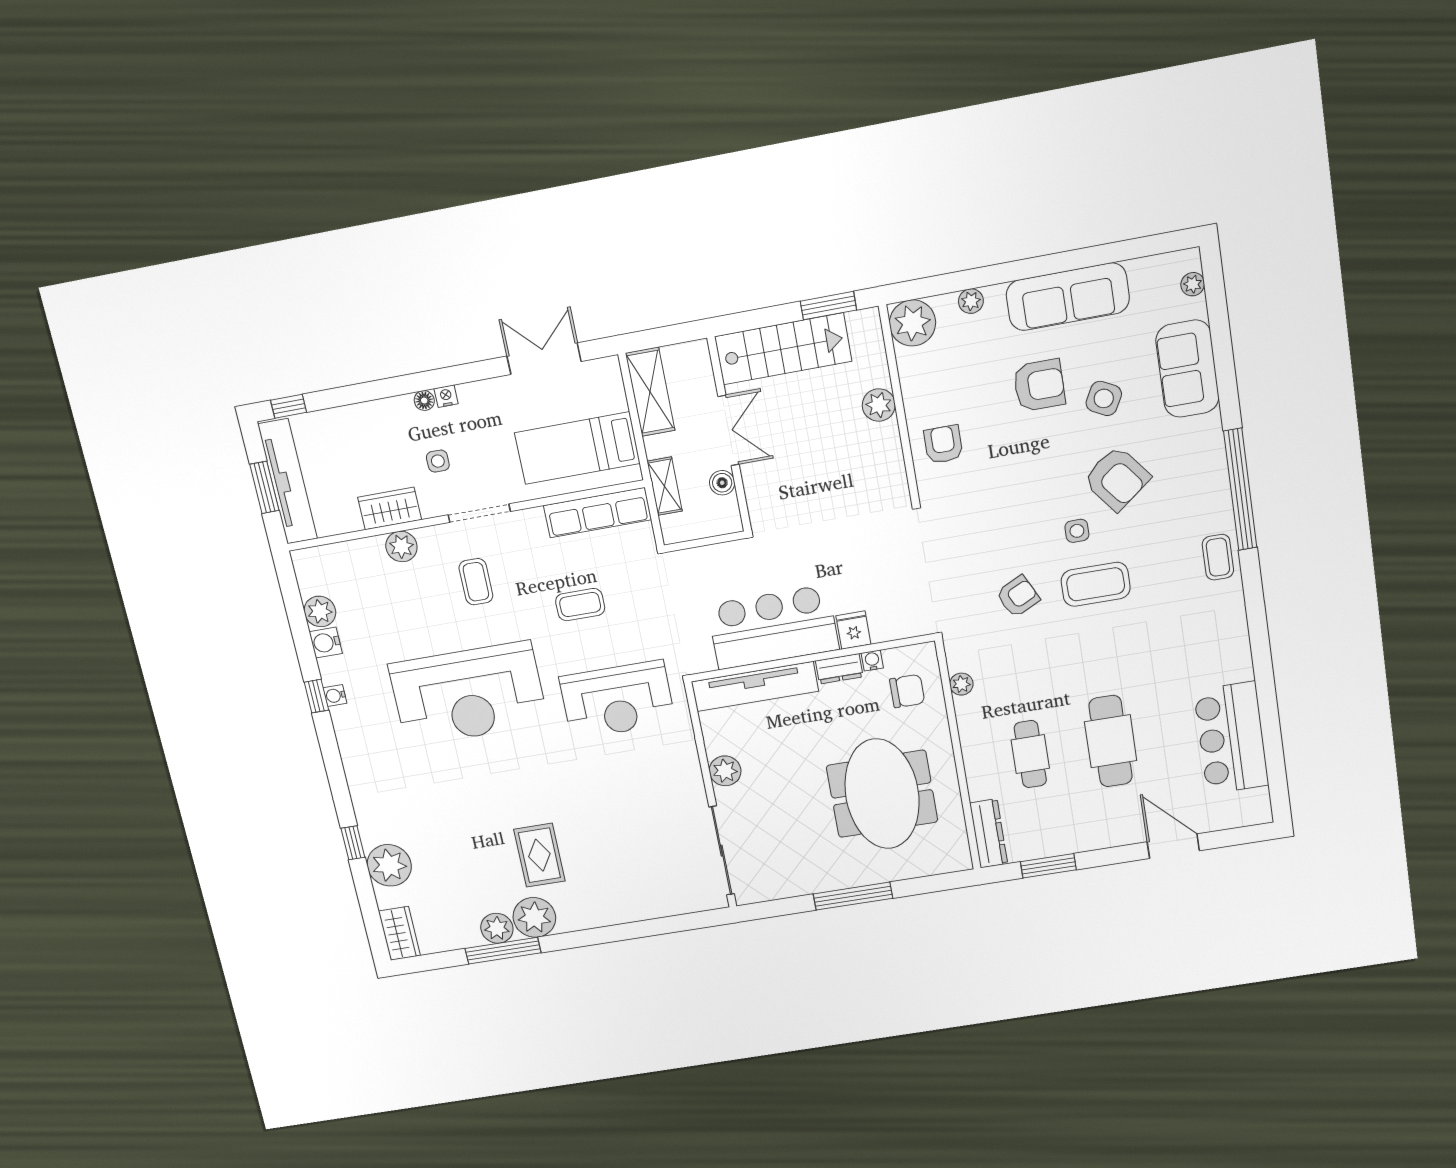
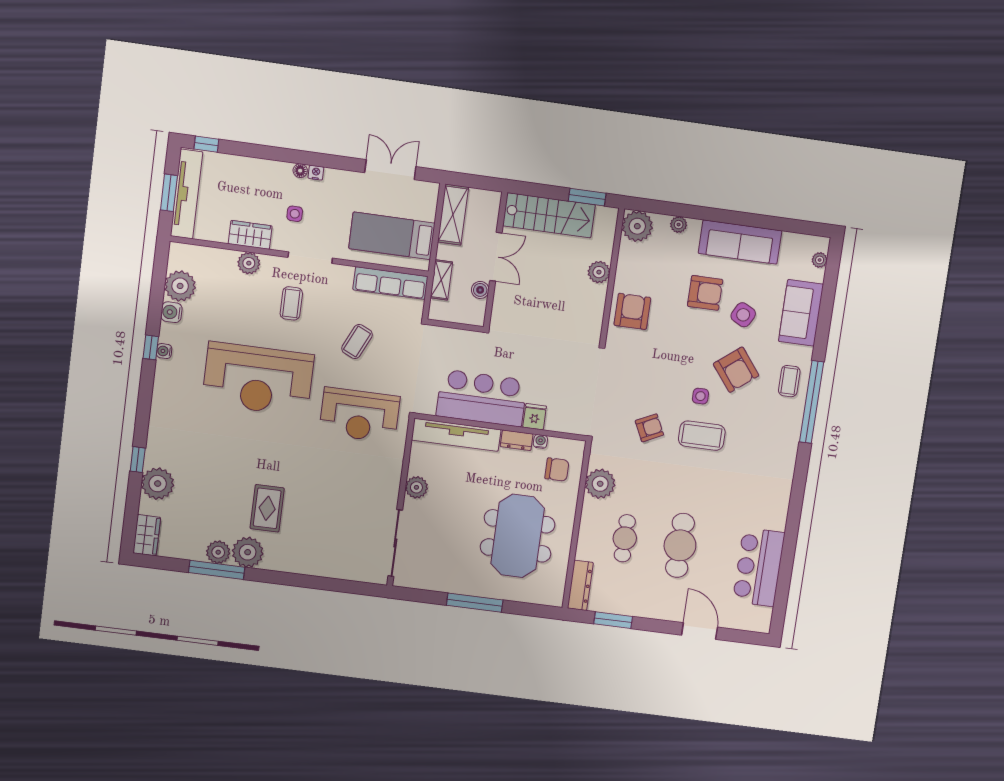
armchair: (943, 444) -> (632, 311), width x1.38, depth x1.38
coffee table: (1218, 557) -> (789, 381), moved
coffee table: (580, 605) -> (357, 342), turned -65
plant: (320, 611) -> (180, 286), width x1.36, depth x1.36
plant: (961, 684) -> (600, 484), width x1.88, depth x1.88

